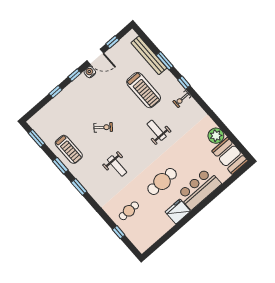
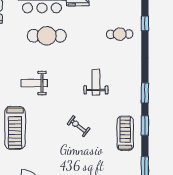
treadmill: (144, 90) -> (15, 128), turned 180
weight bench: (157, 130) -> (34, 83), turned 90
cafe table: (162, 181) -> (47, 36), moved

